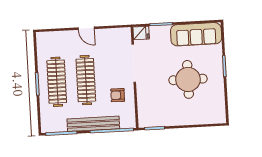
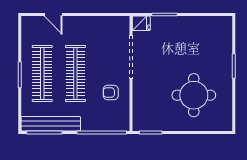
door: (86, 28) -> (53, 14), moved
sofa: (196, 34) -> (204, 28), removed
round table: (188, 79) -> (194, 95), moved
bench: (93, 124) -> (51, 124), moved

